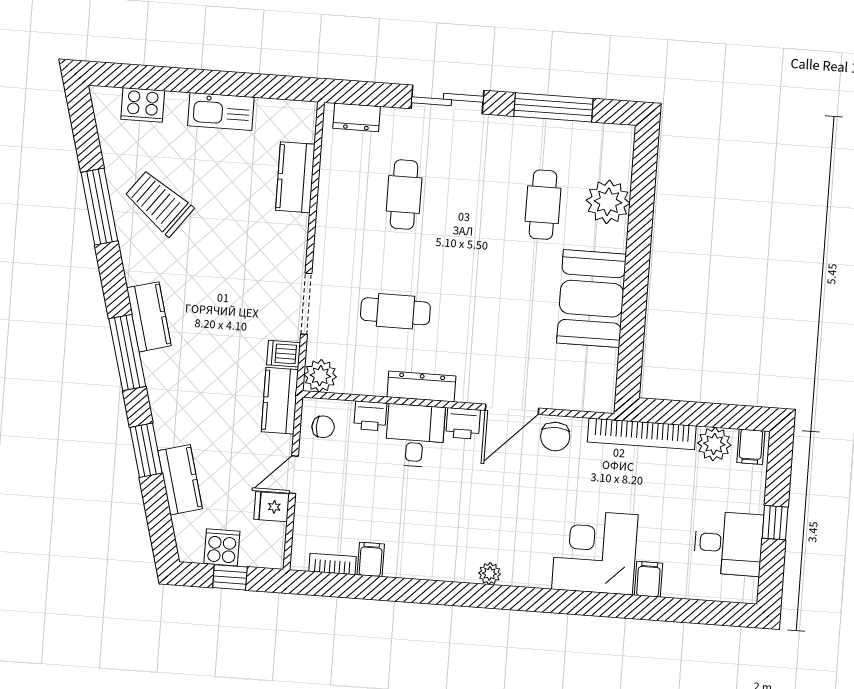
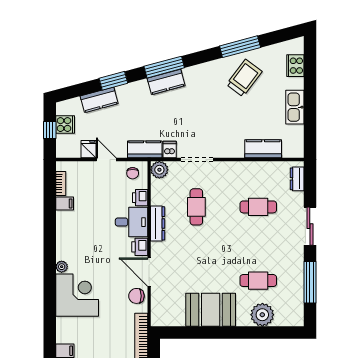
kitchen counter: (149, 317) -> (166, 82), moved
corner desk: (595, 552) -> (77, 295), moved

